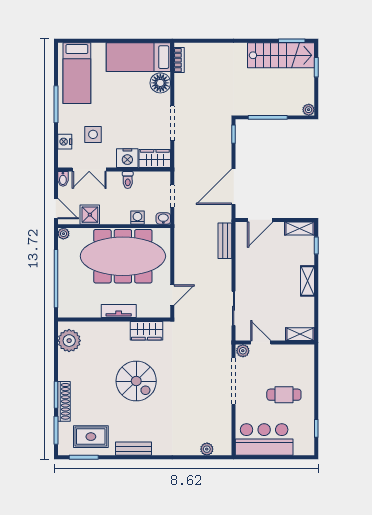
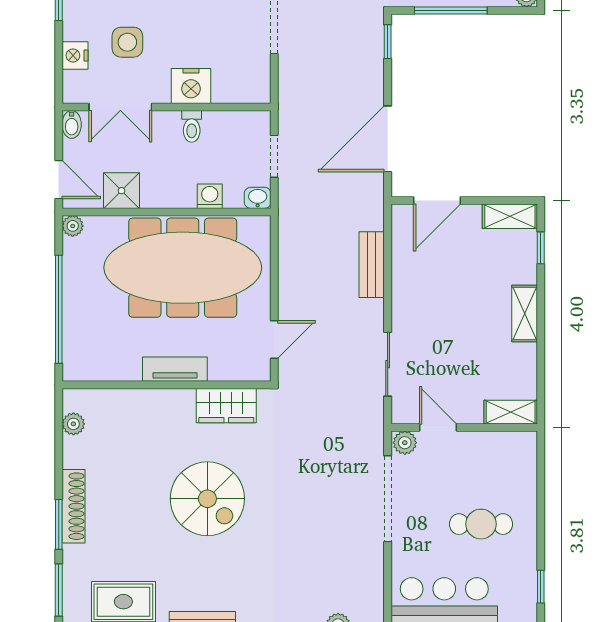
wardrobe: (155, 159) -> (242, 87), removed
bench: (225, 241) -> (372, 265), moved
plant: (69, 341) -> (73, 424), width x0.53, depth x0.53
shoe rack: (64, 401) -> (74, 506), moved

